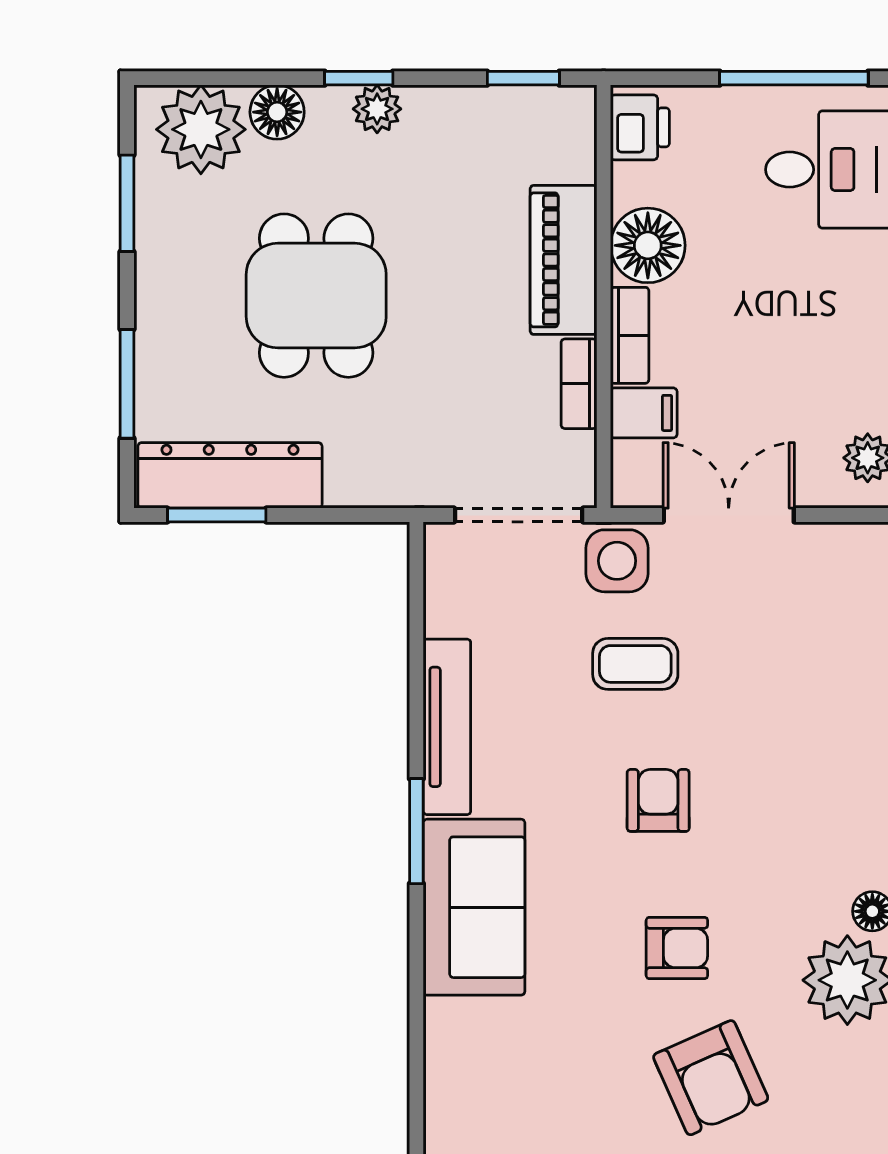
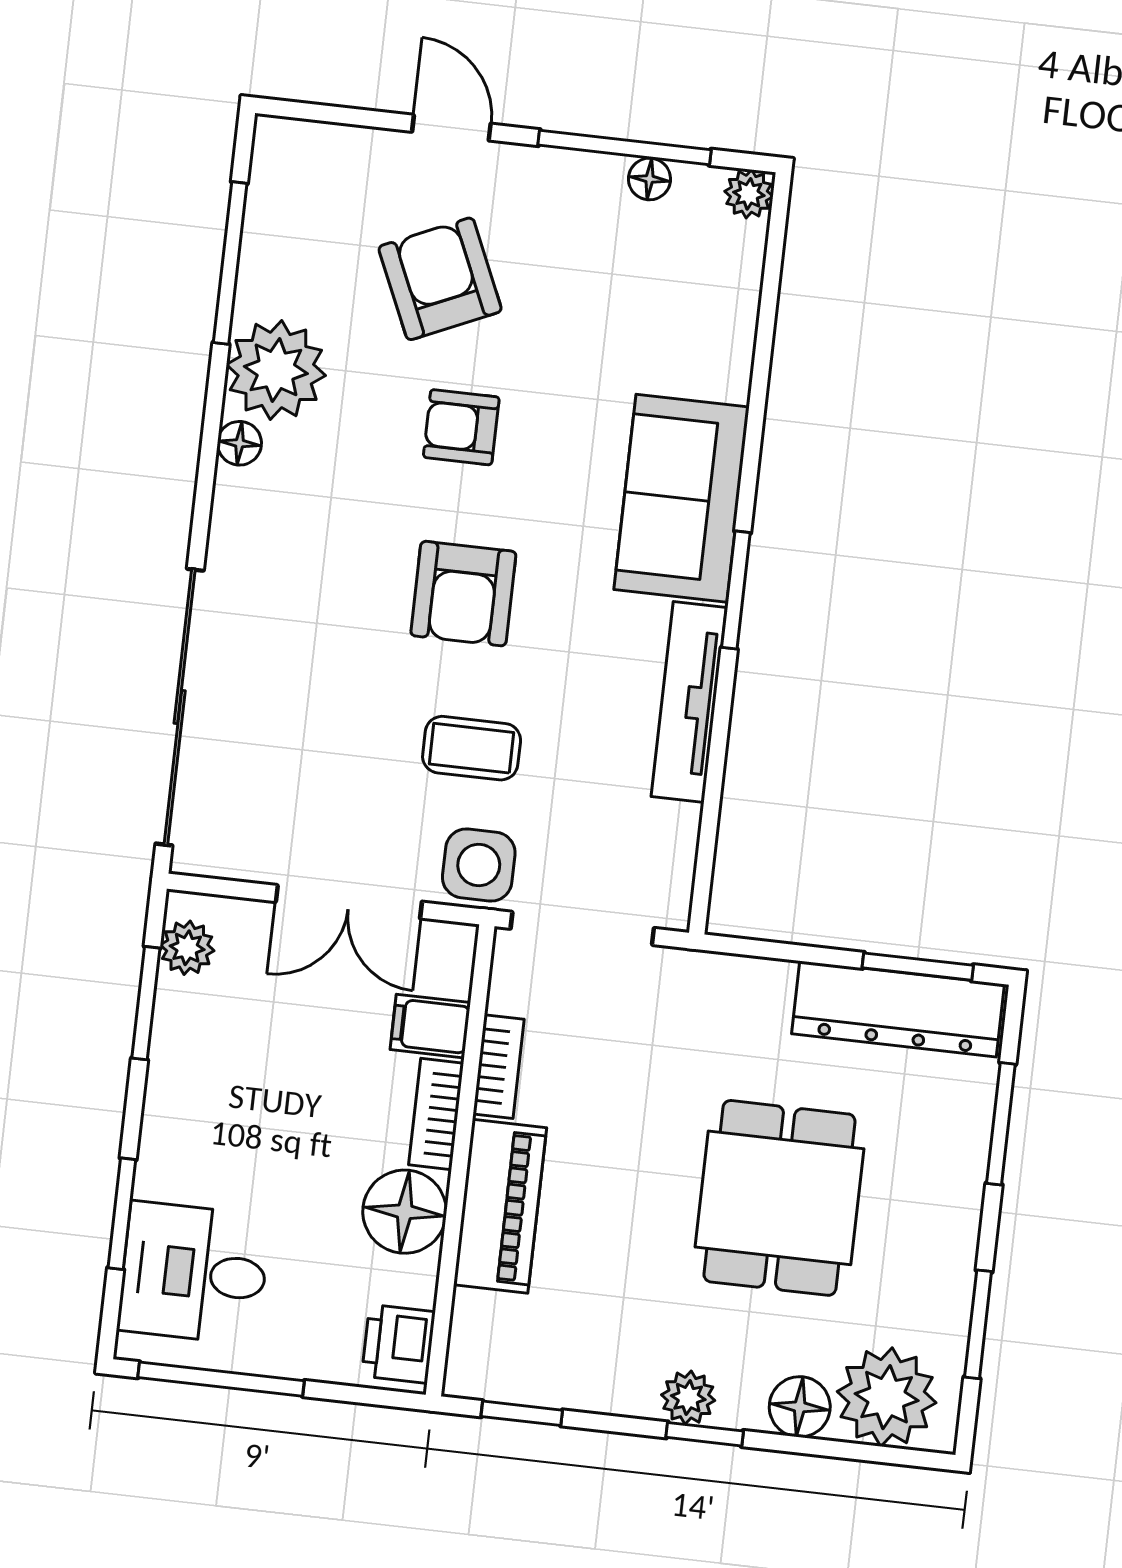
armchair: (658, 800) -> (463, 594), width x1.38, depth x1.38

